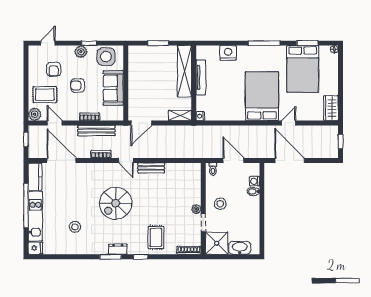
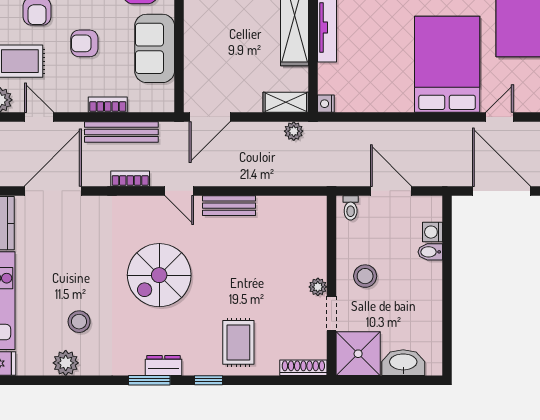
plant: (184, 130) -> (294, 131), added
door: (62, 160) -> (53, 191), hinge flipped
plant: (68, 248) -> (66, 363), added

